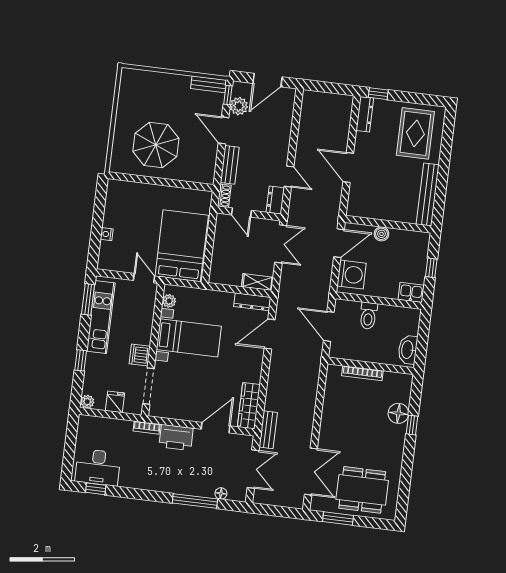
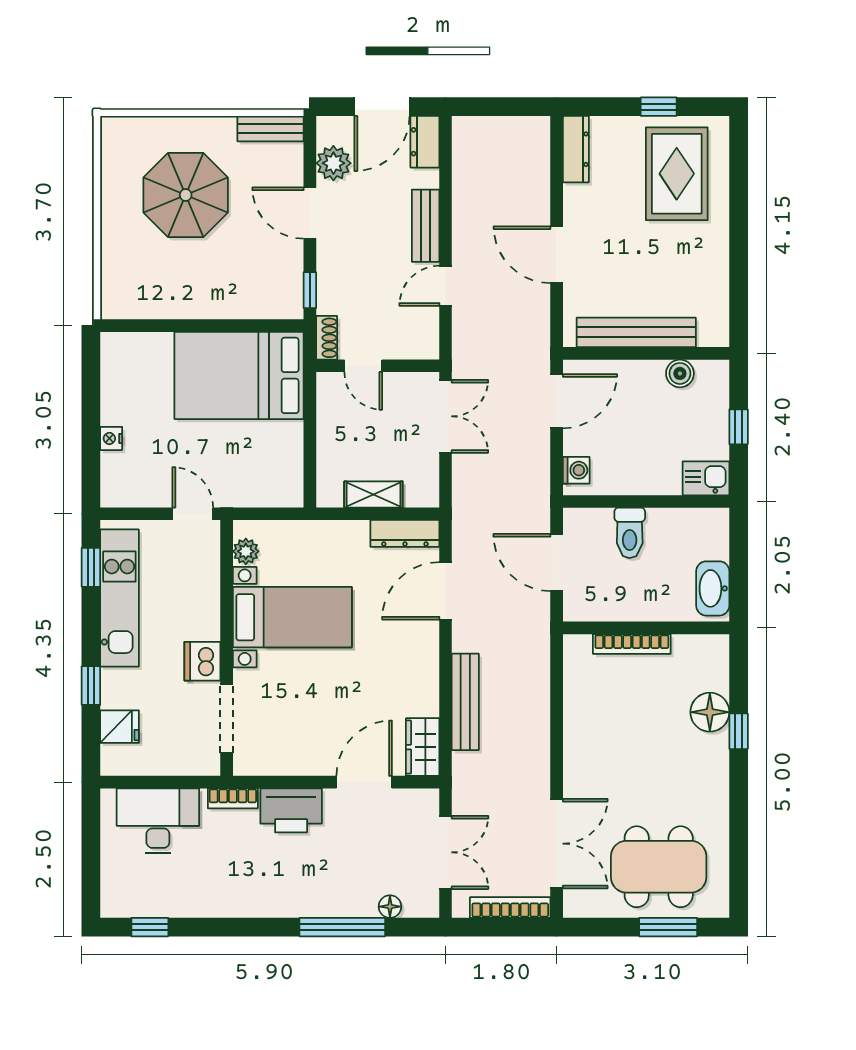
window: (378, 94) -> (659, 107), moved
window: (228, 95) -> (310, 290), moved
parasol: (156, 145) -> (186, 195), moved
bench: (230, 165) -> (426, 226), moved
door: (289, 177) -> (446, 286), swing flipped
bench: (428, 195) -> (636, 332), moved, turned 90
dresser: (275, 200) -> (425, 142), moved
boiler: (382, 234) -> (680, 373), moved
bed: (182, 246) -> (239, 375), moved, turned -90
washing machine: (352, 275) -> (576, 470), width x0.53, depth x0.53
shelving: (257, 282) -> (373, 494), moved
window: (88, 299) -> (91, 567), width x0.67
plant: (87, 402) -> (113, 763), removed
fridge: (115, 402) -> (120, 727), moved, turned 90
wardrobe: (249, 406) -> (423, 747), width x0.67
bench: (268, 430) -> (465, 702), moved, width x1.36
desk: (98, 467) -> (158, 821), moved, turned 180
bookcase: (283, 502) -> (510, 908), added
window: (338, 519) -> (668, 927), moved

